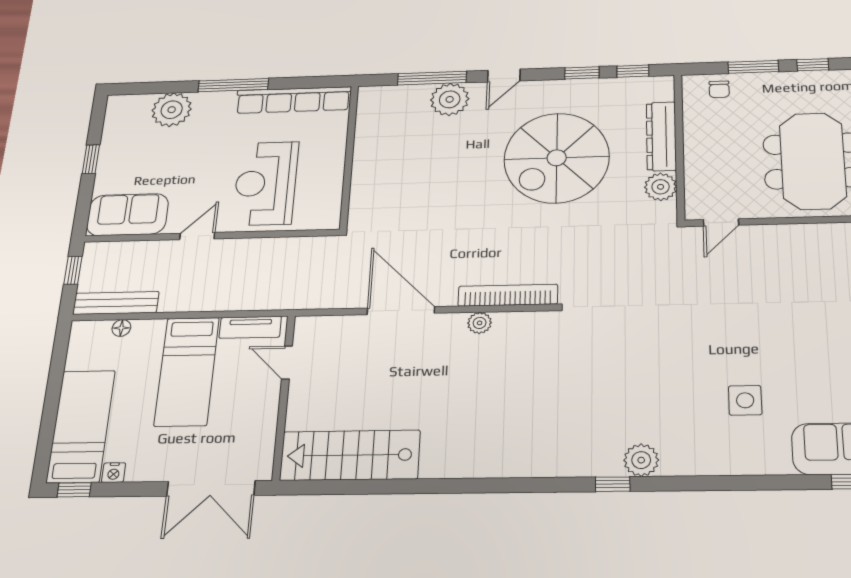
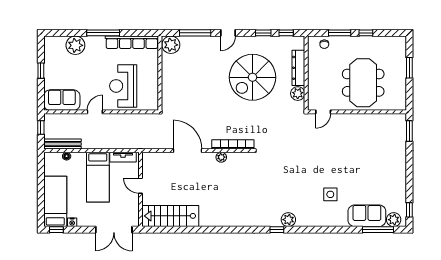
plant: (450, 99) -> (171, 45), moved
door: (287, 363) -> (140, 186), moved

